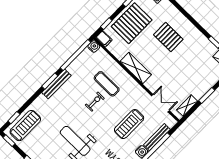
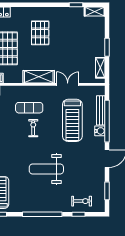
pallet: (168, 37) -> (40, 33), turned 90
double door: (160, 103) -> (68, 84), moved
treadmill: (129, 124) -> (72, 120), width x1.37, depth x1.38

